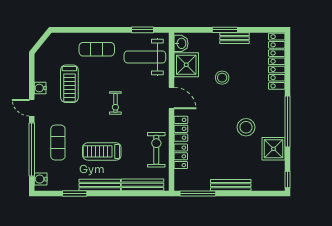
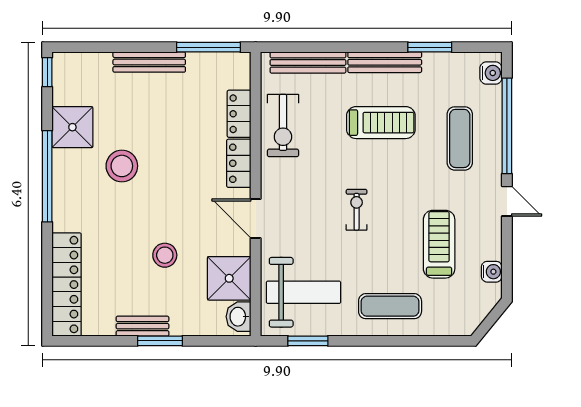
water cooler: (40, 88) -> (492, 272), moved

